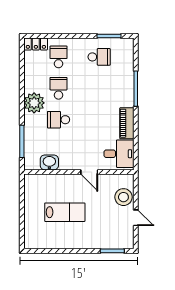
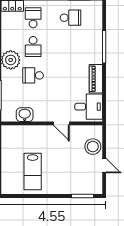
school desk: (59, 88) -> (33, 47), turned 180
lab bench: (65, 212) -> (33, 172), moved, turned 90

